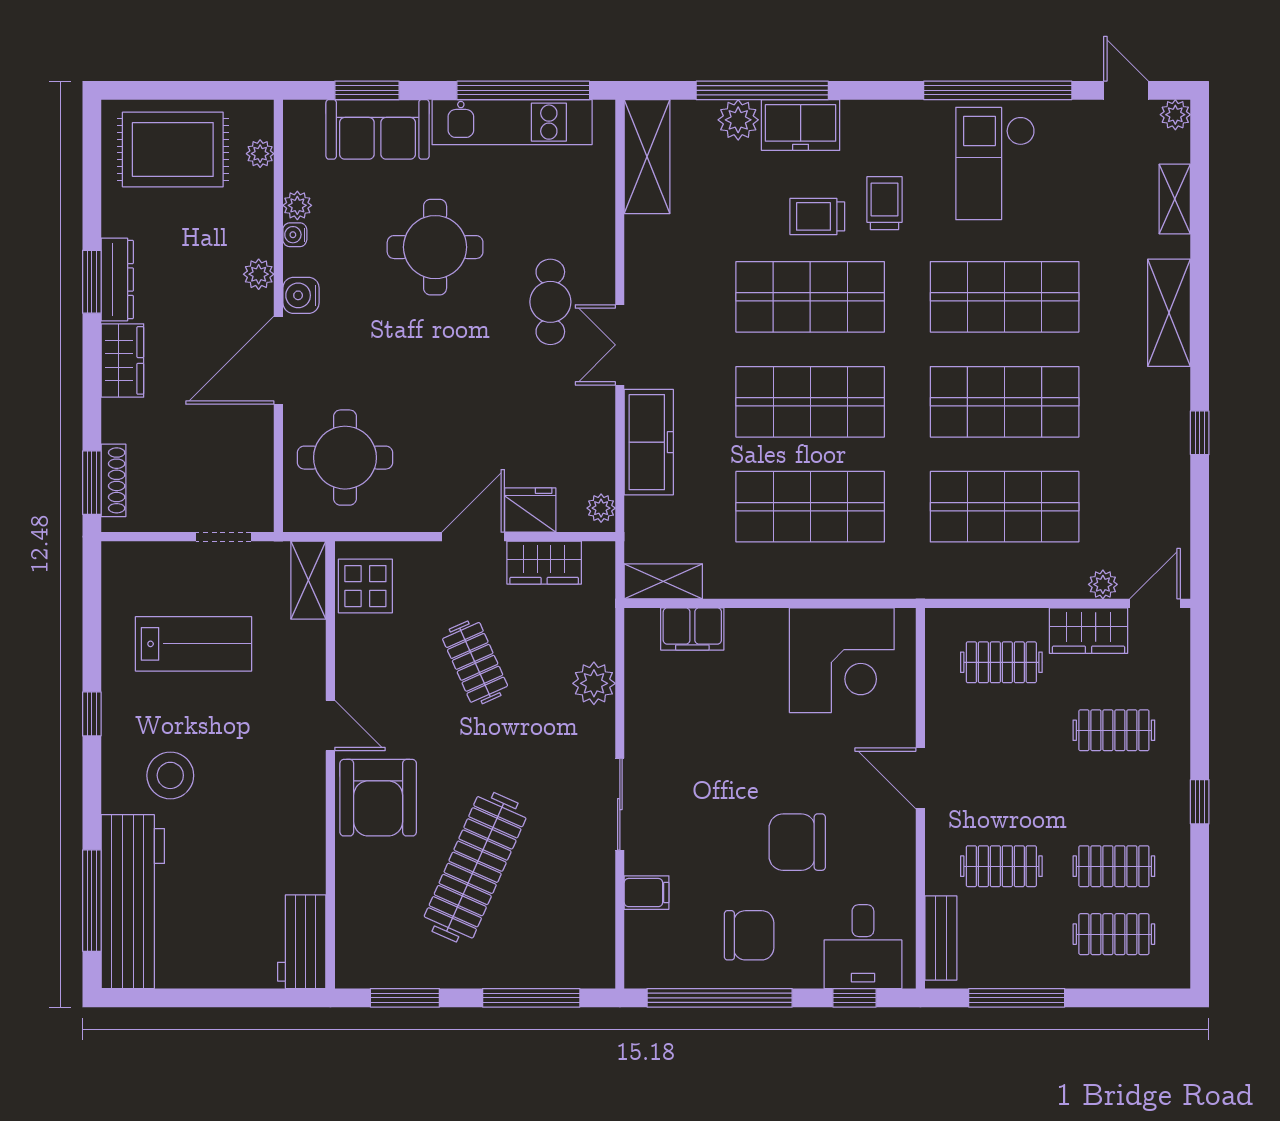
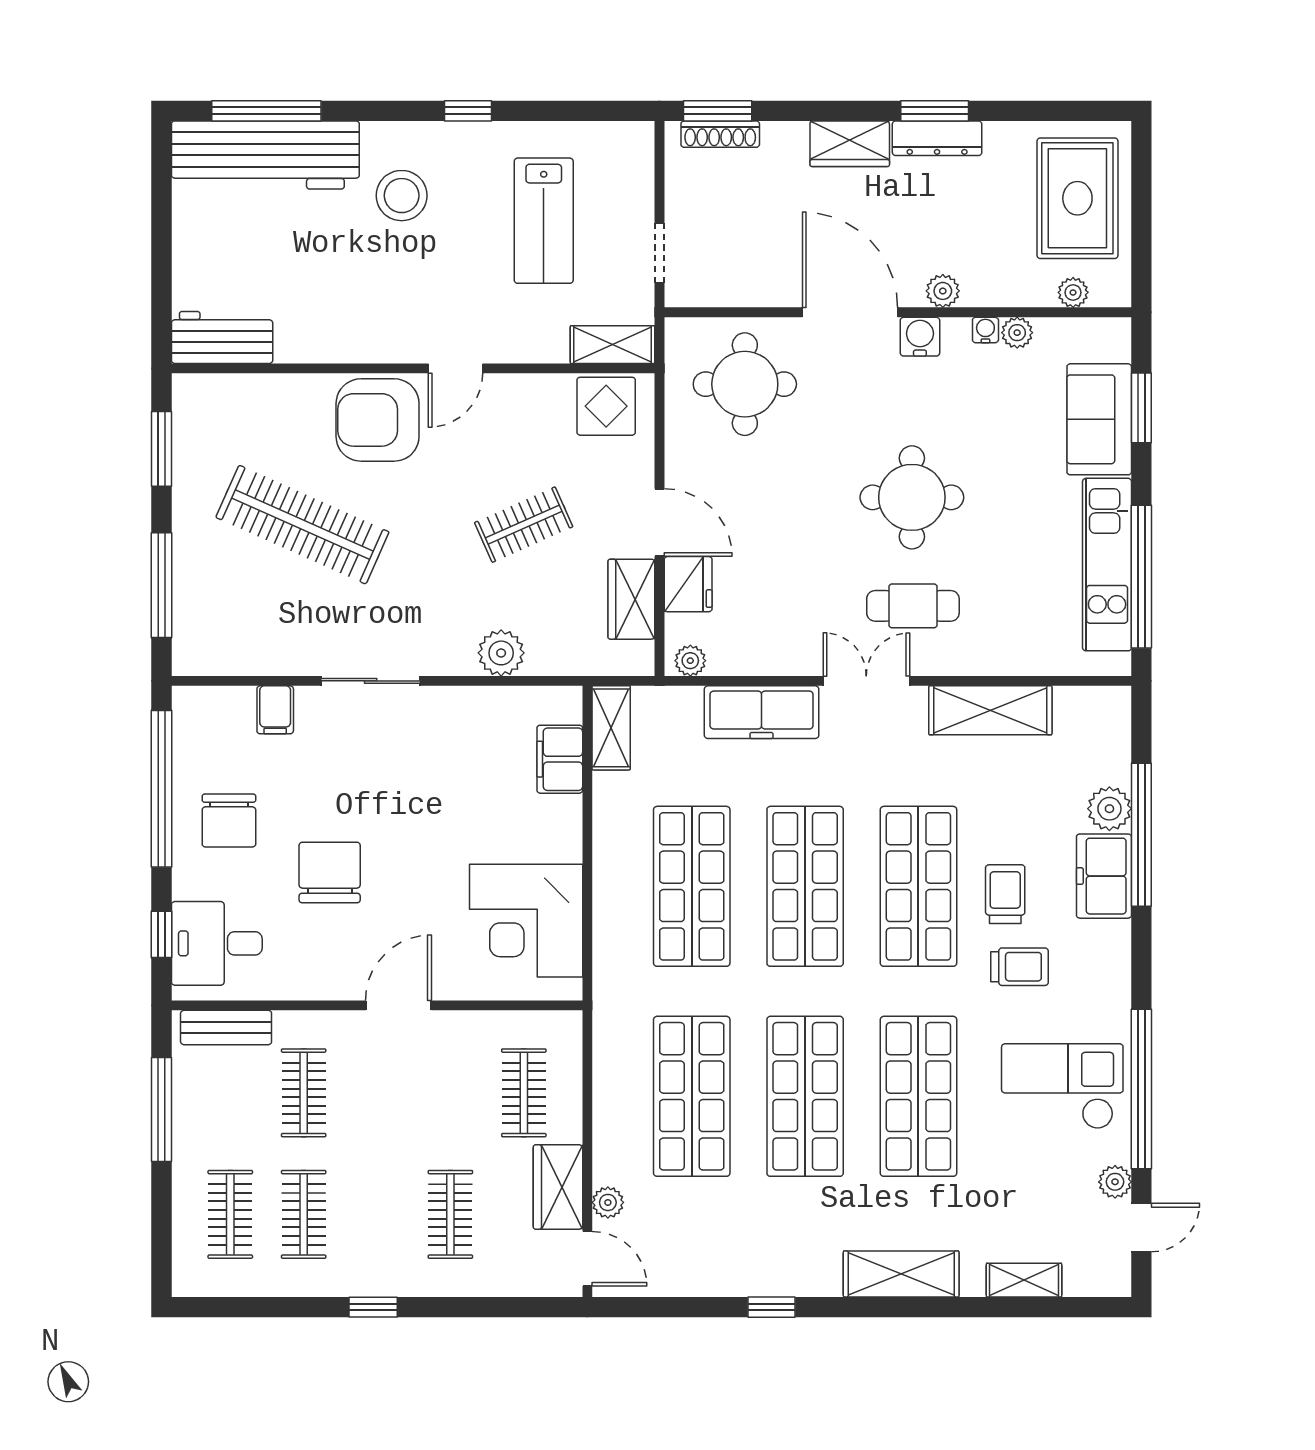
plant: (1175, 115) -> (1115, 1182), moved
shelving: (647, 157) -> (990, 710), moved
round table: (435, 247) -> (912, 497), moved

